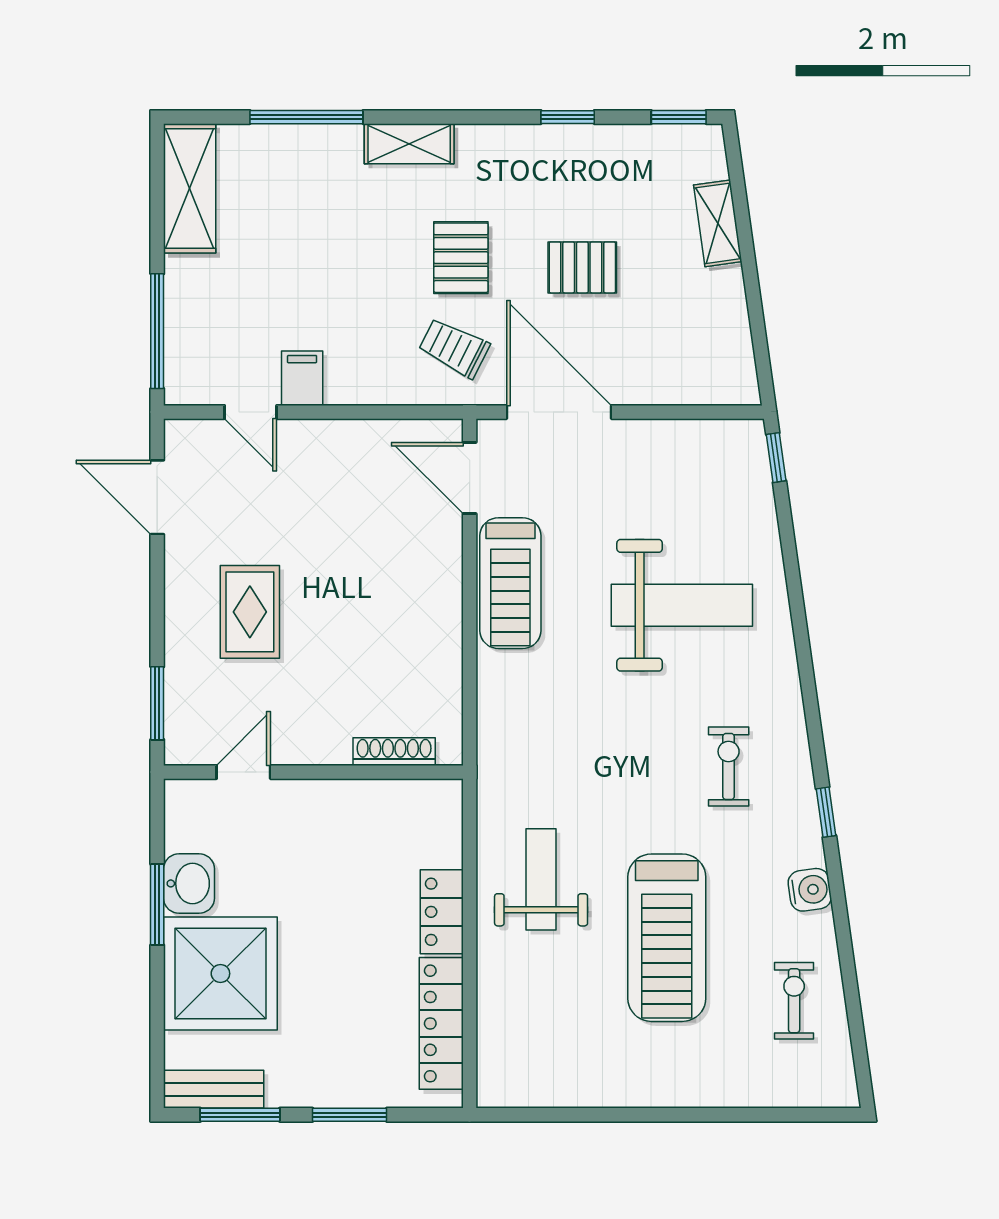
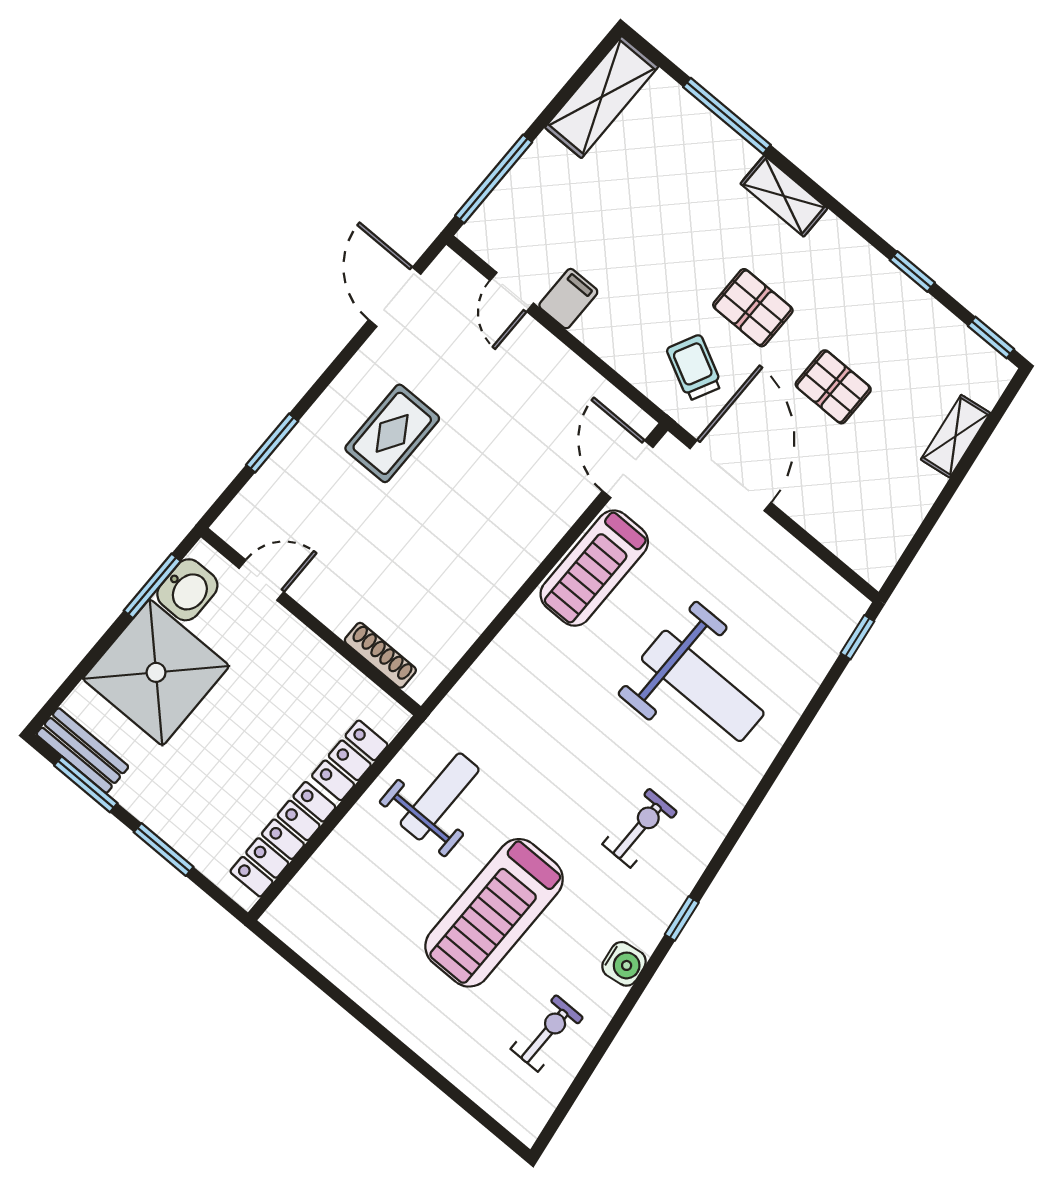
pallet: (461, 258) -> (753, 308), turned 90
shoe rack: (394, 752) -> (380, 655), moved
door: (243, 772) -> (261, 580), moved
wall: (313, 772) -> (311, 622), moved

